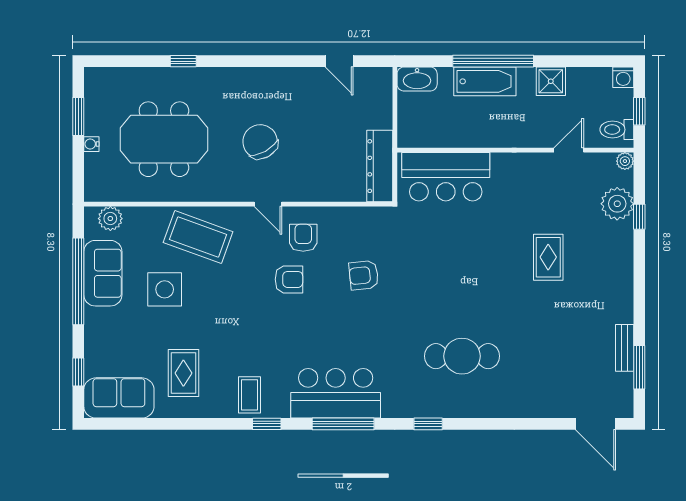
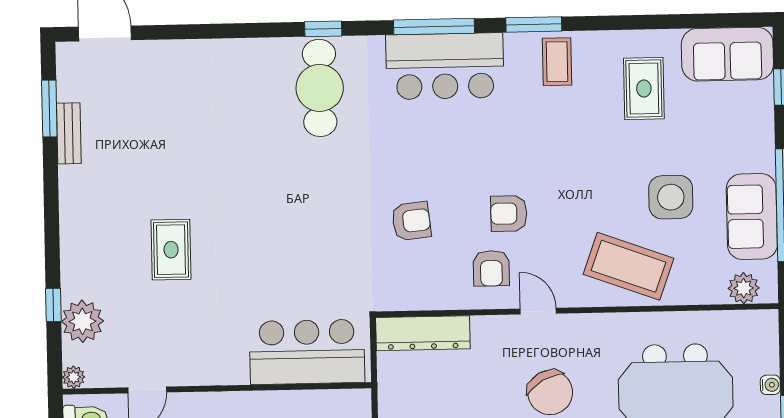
dresser: (380, 166) -> (423, 333), moved, turned 90
cafe table: (462, 356) -> (320, 88), moved, turned 90
window: (267, 424) -> (534, 24), width x1.50

